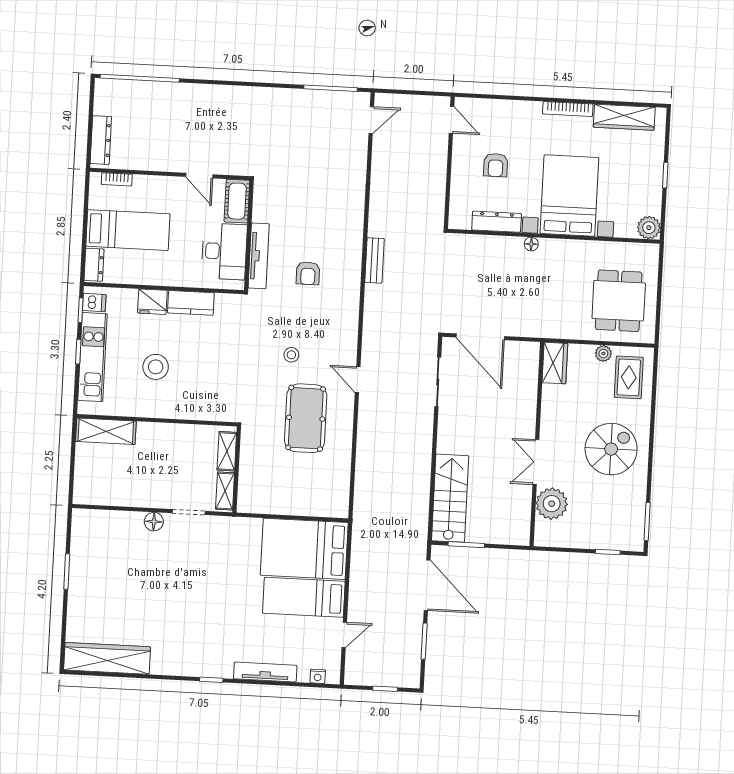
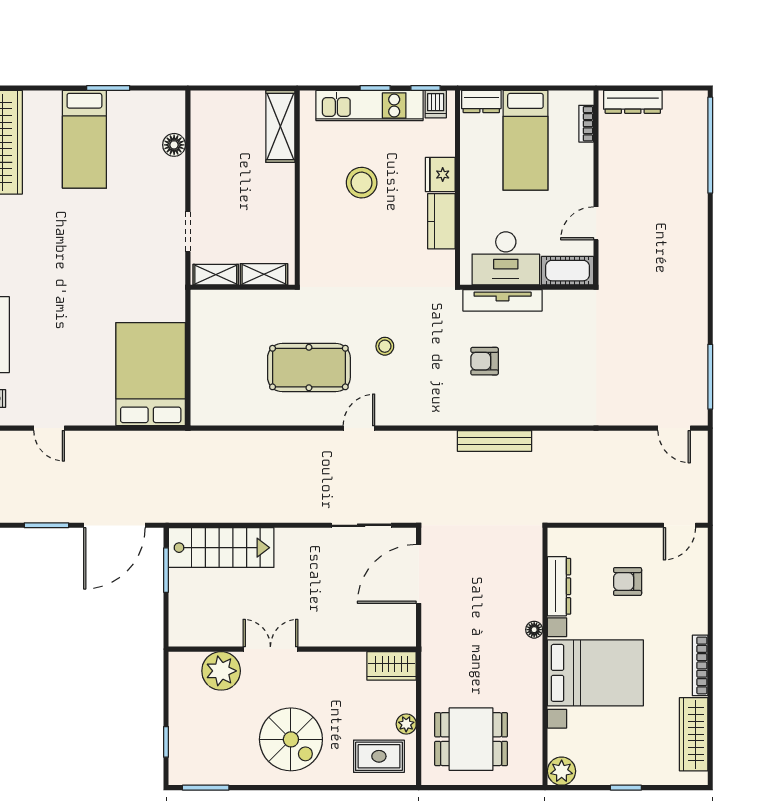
bench: (375, 260) -> (494, 441), width x1.36
floor lamp: (154, 522) -> (174, 145), moved
bed: (304, 597) -> (84, 139), moved, turned 180

